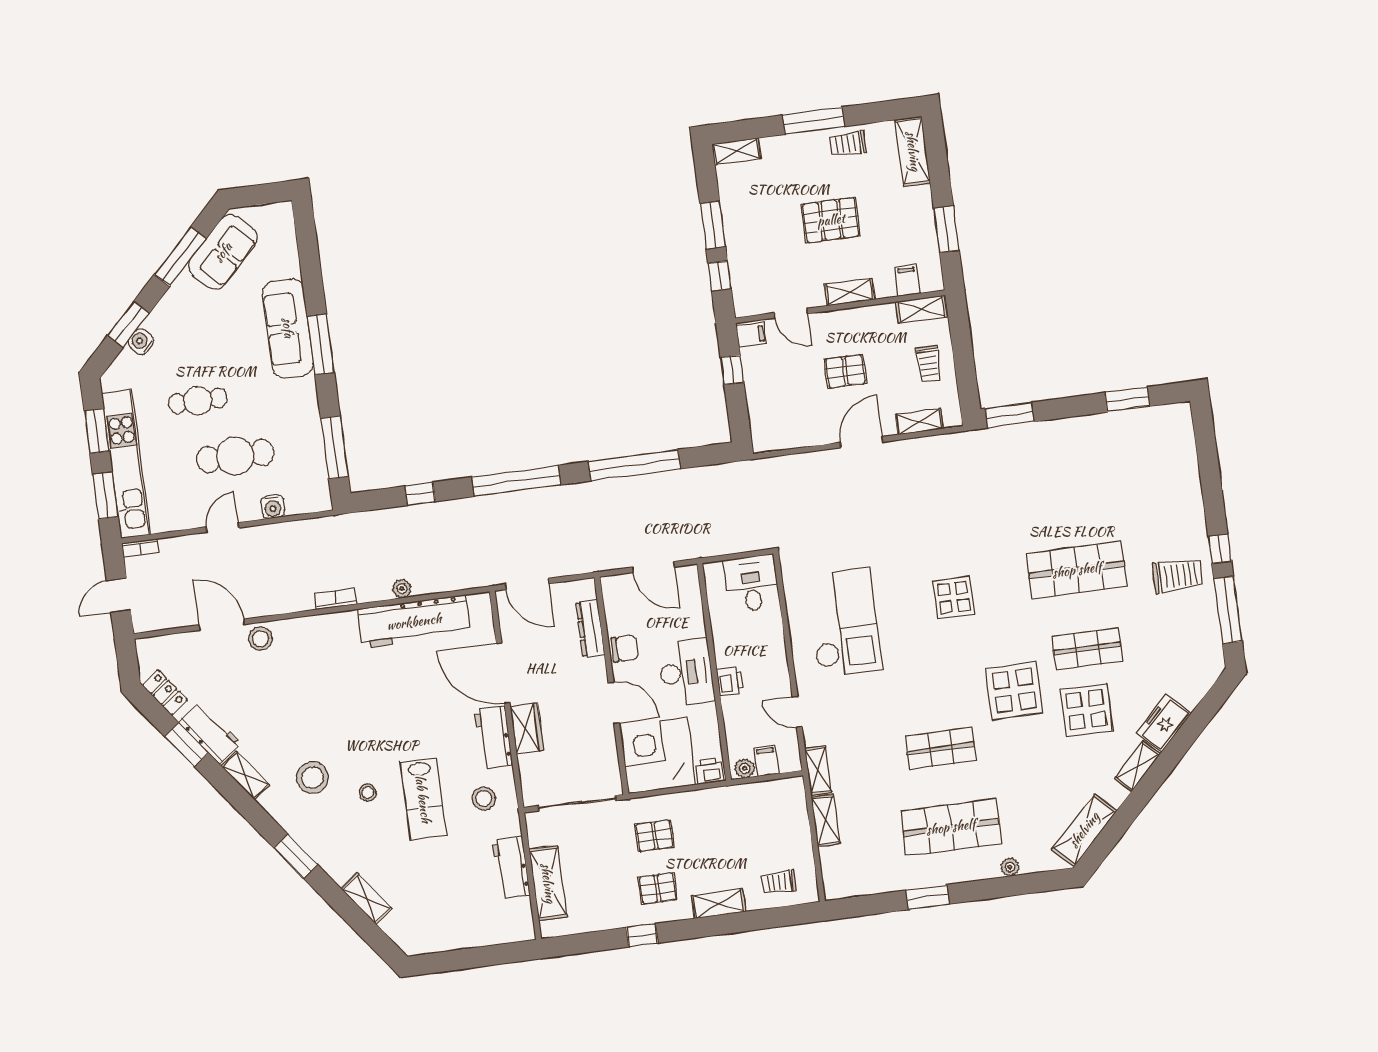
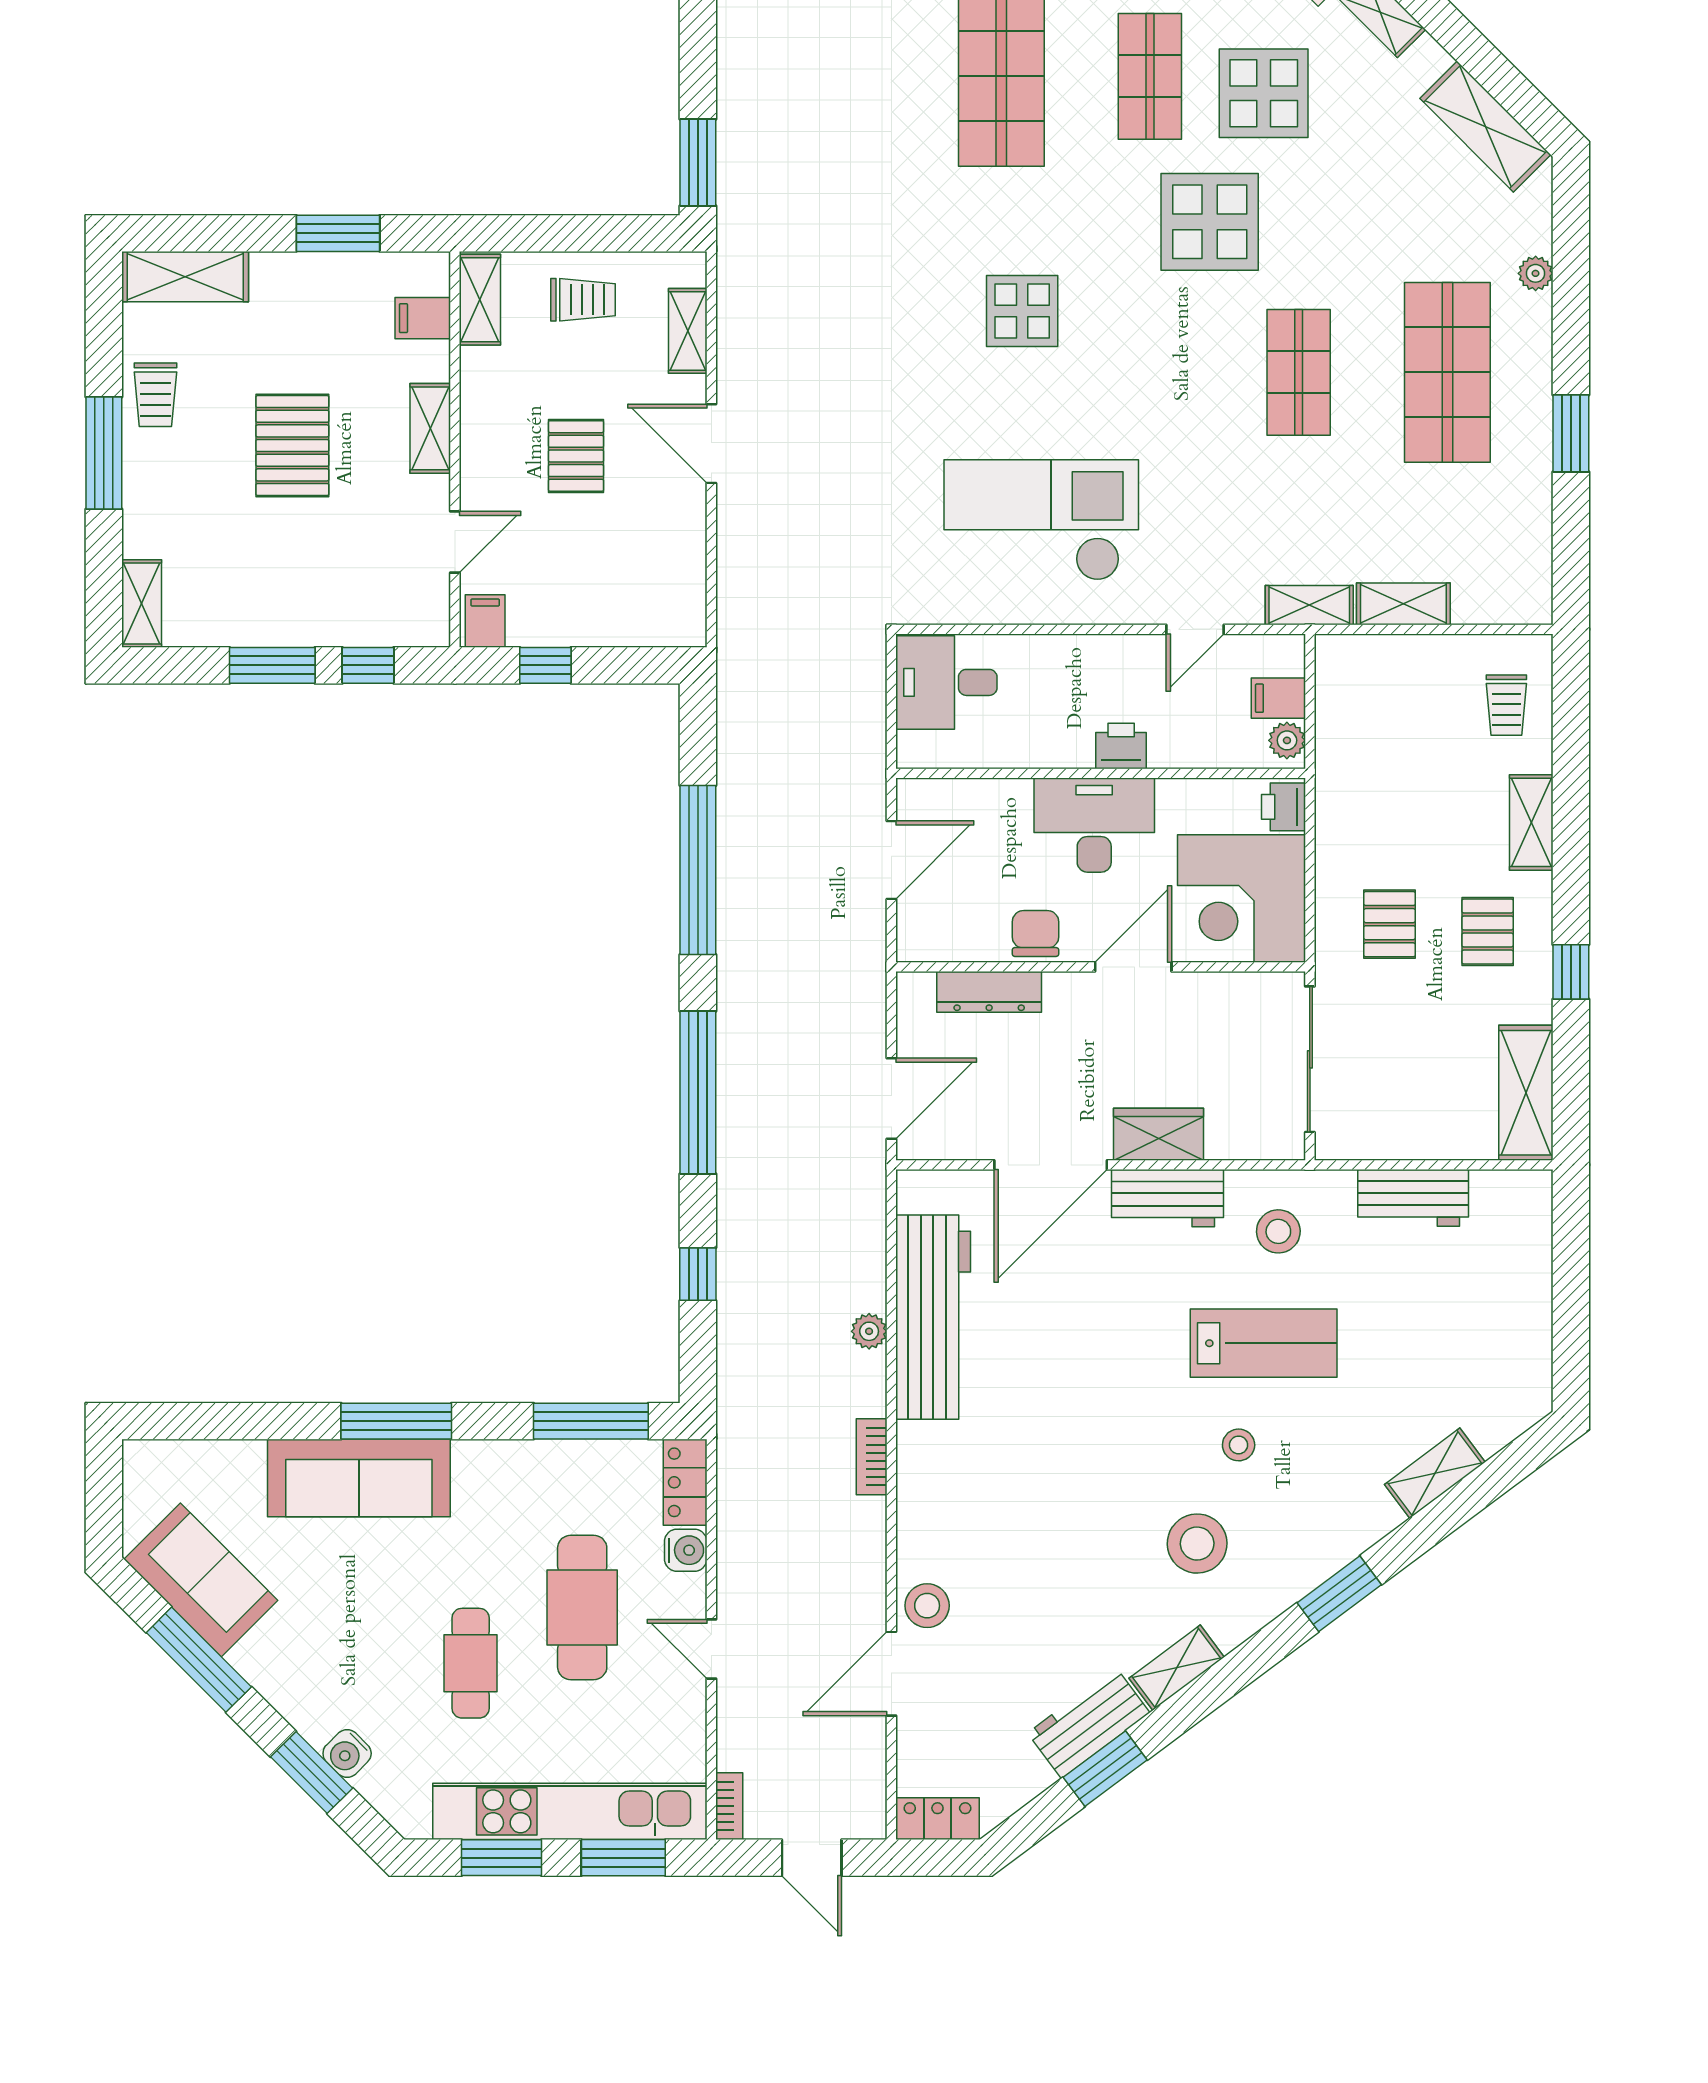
locker: (309, 502) -> (685, 1482), added
locker: (165, 693) -> (937, 1819), moved, turned 37
shelving: (548, 883) -> (1526, 1093), moved, turned 90

